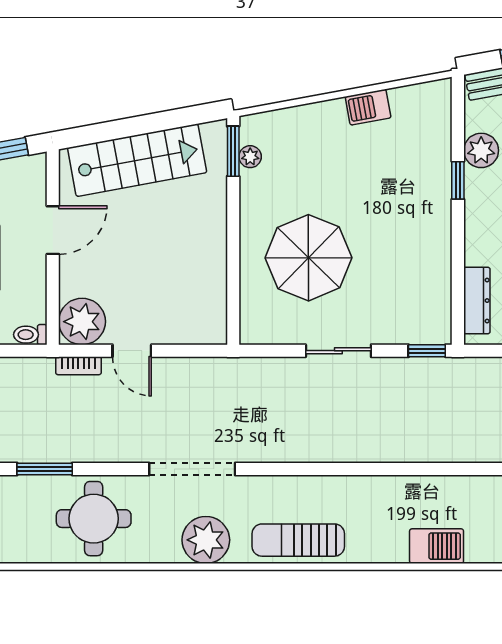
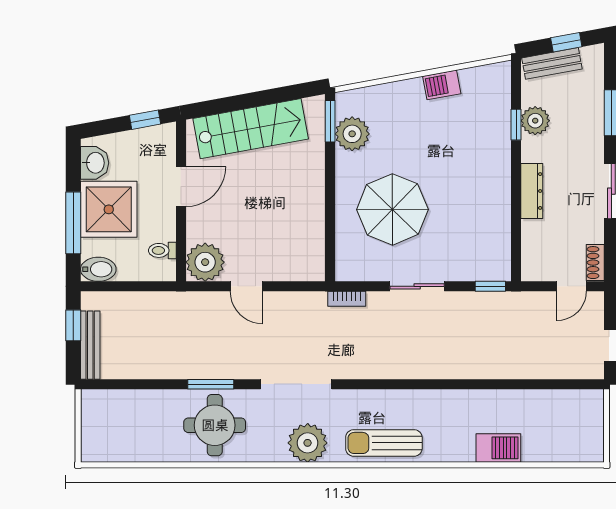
plant: (250, 157) -> (352, 134), width x1.88, depth x1.88
window: (458, 180) -> (516, 125), moved
dresser: (477, 301) -> (532, 191), moved
toilet: (30, 335) -> (162, 250), moved
bookcase: (78, 366) -> (347, 299), moved
window: (45, 469) -> (211, 384), moved

